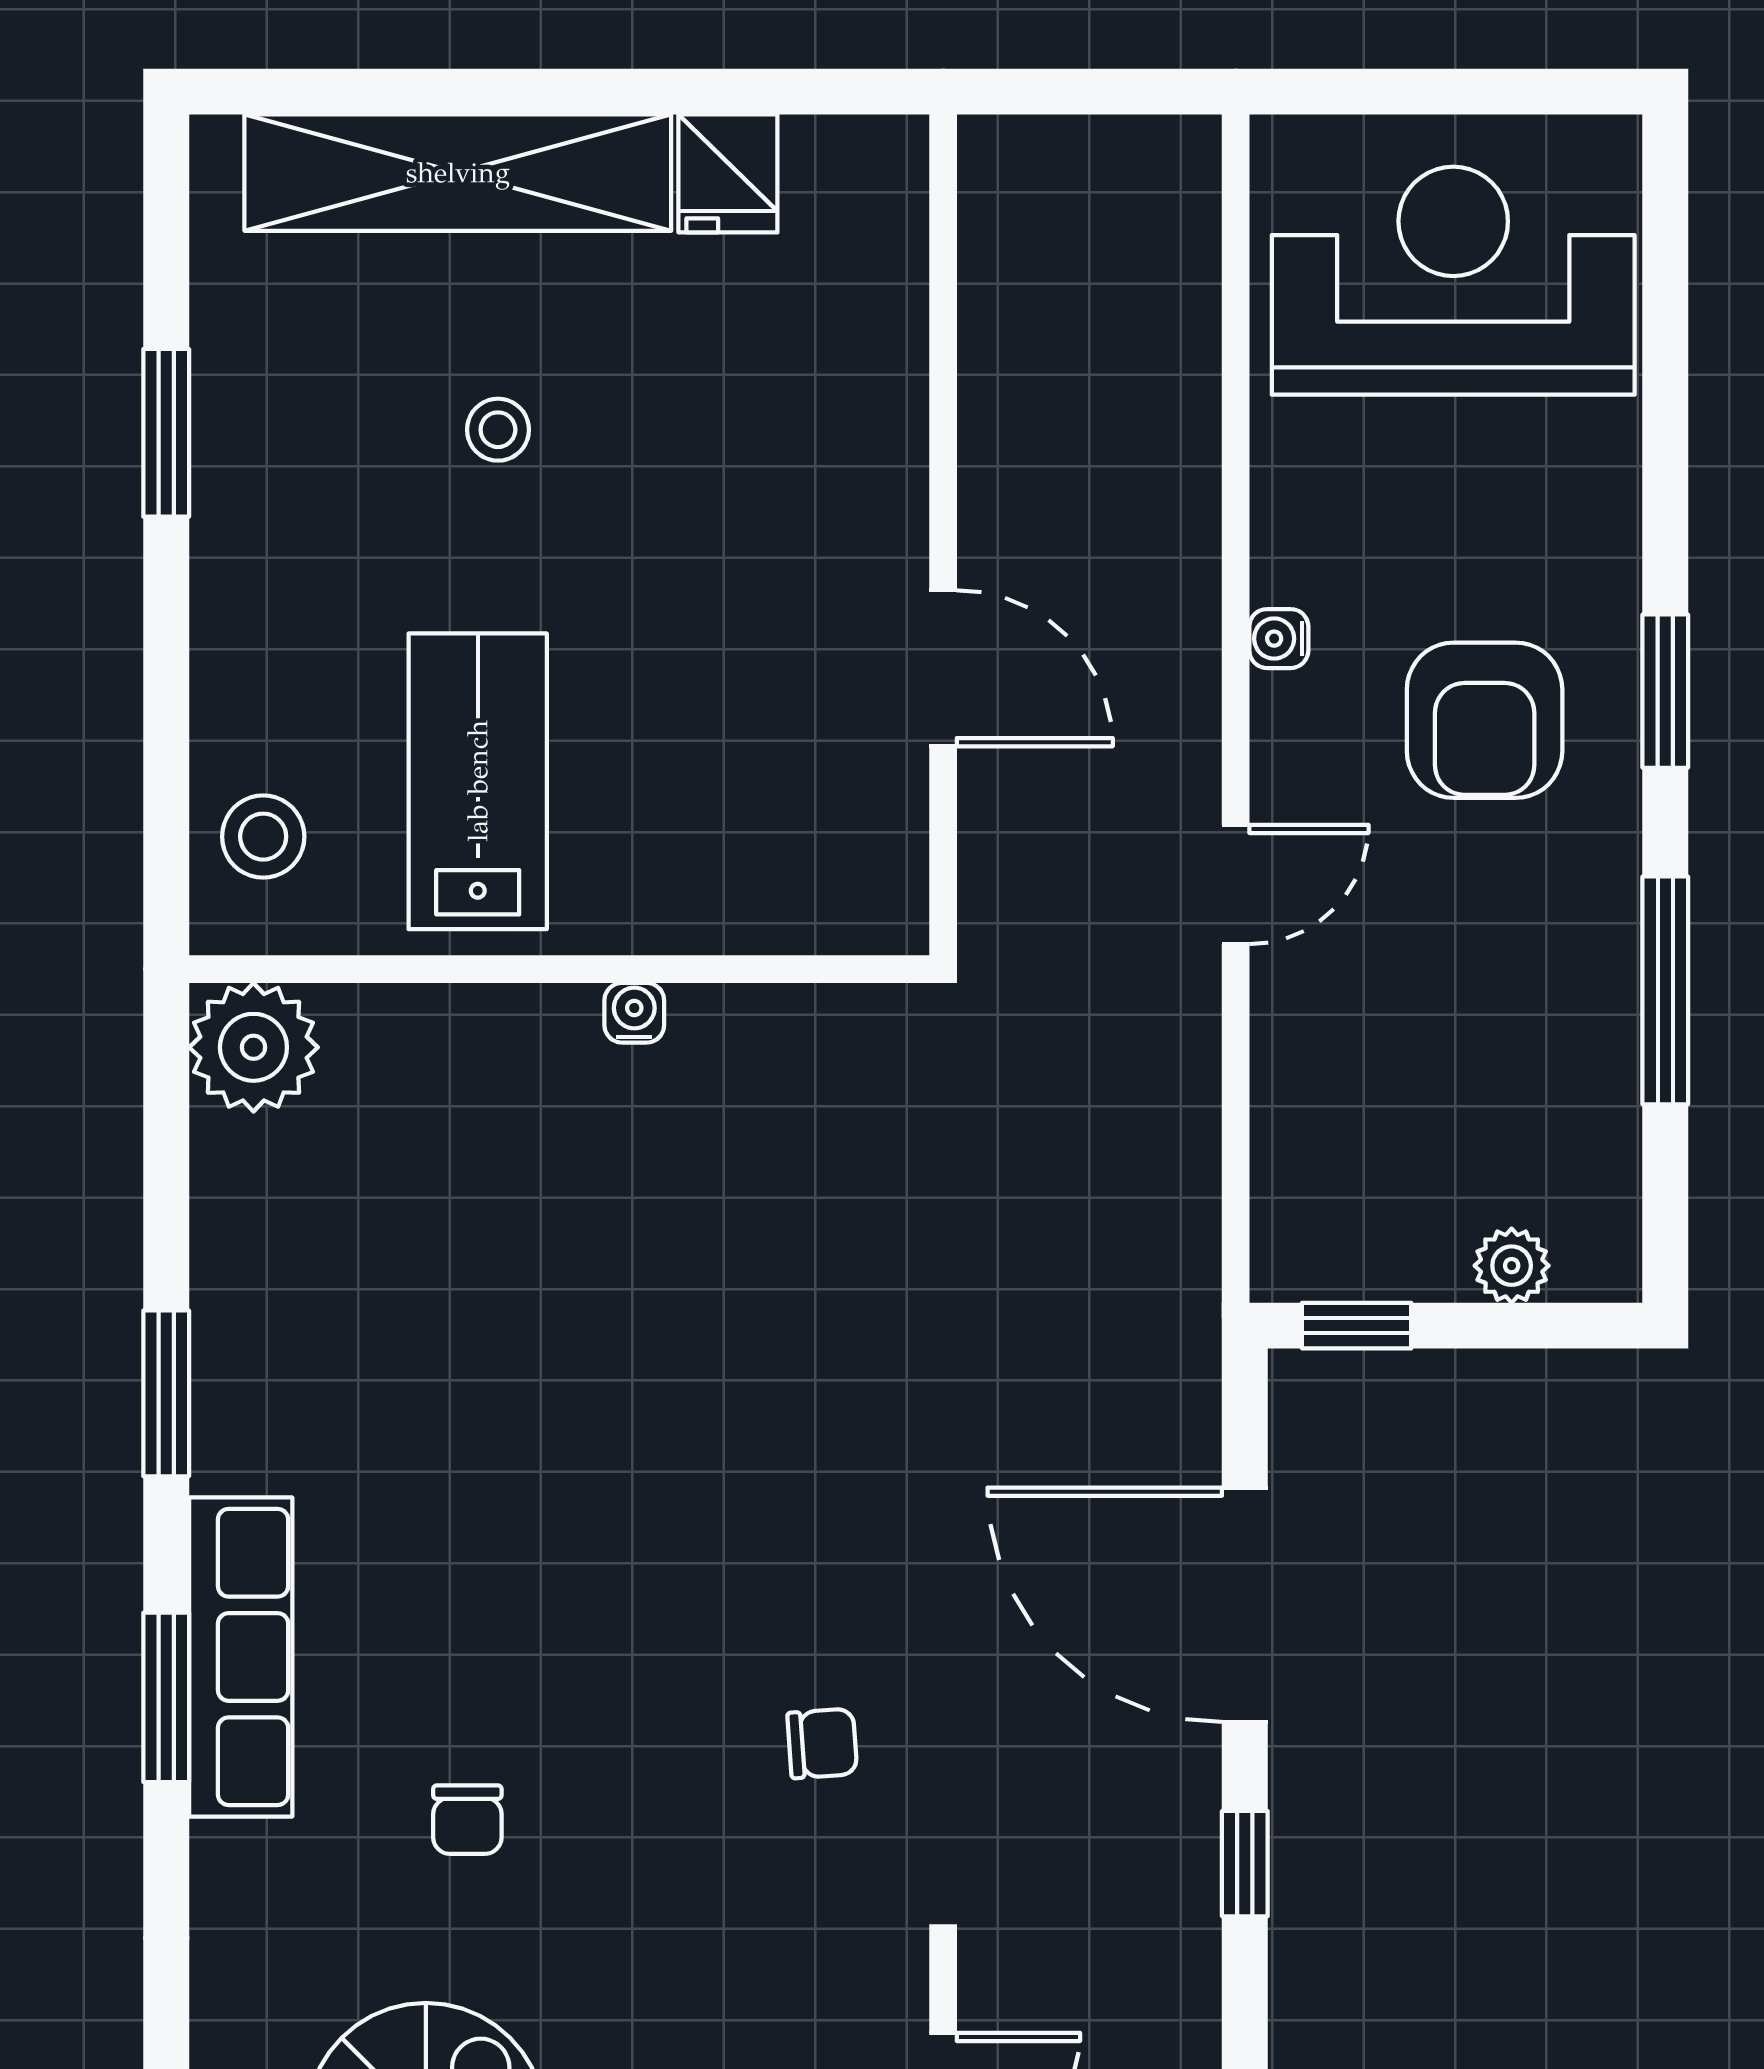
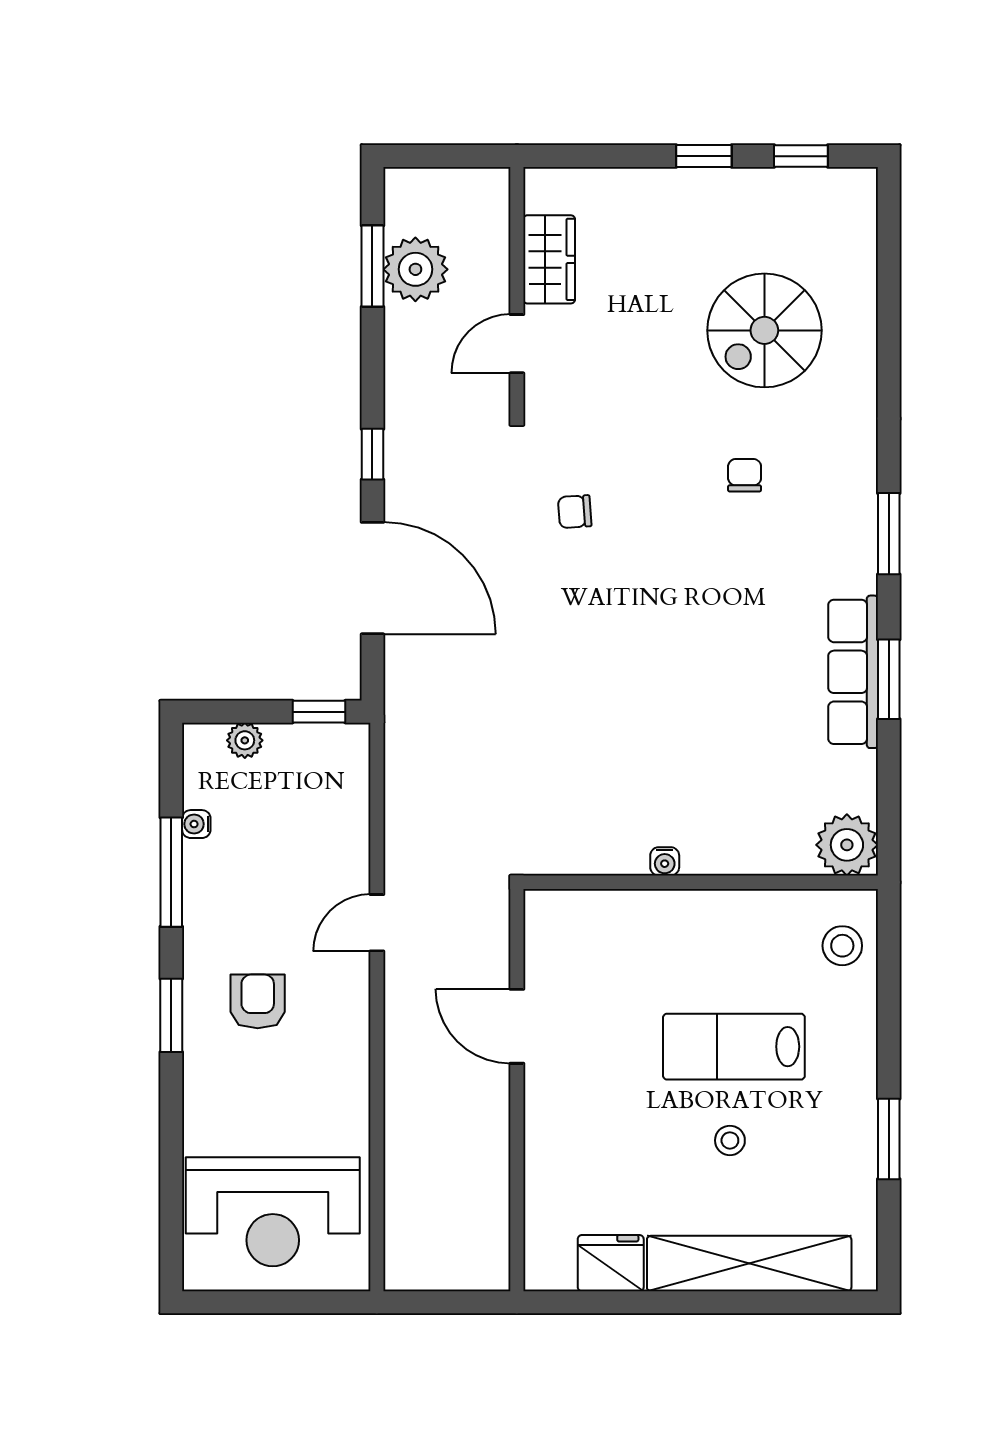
fridge: (728, 173) -> (611, 1263), width x1.38
water cooler: (1279, 639) -> (196, 824), moved, turned 180
armchair: (1485, 720) -> (258, 1001), width x0.72, depth x0.72
lab bench: (478, 781) -> (734, 1047), moved, turned 90
row of seats: (241, 1657) -> (853, 672), moved

